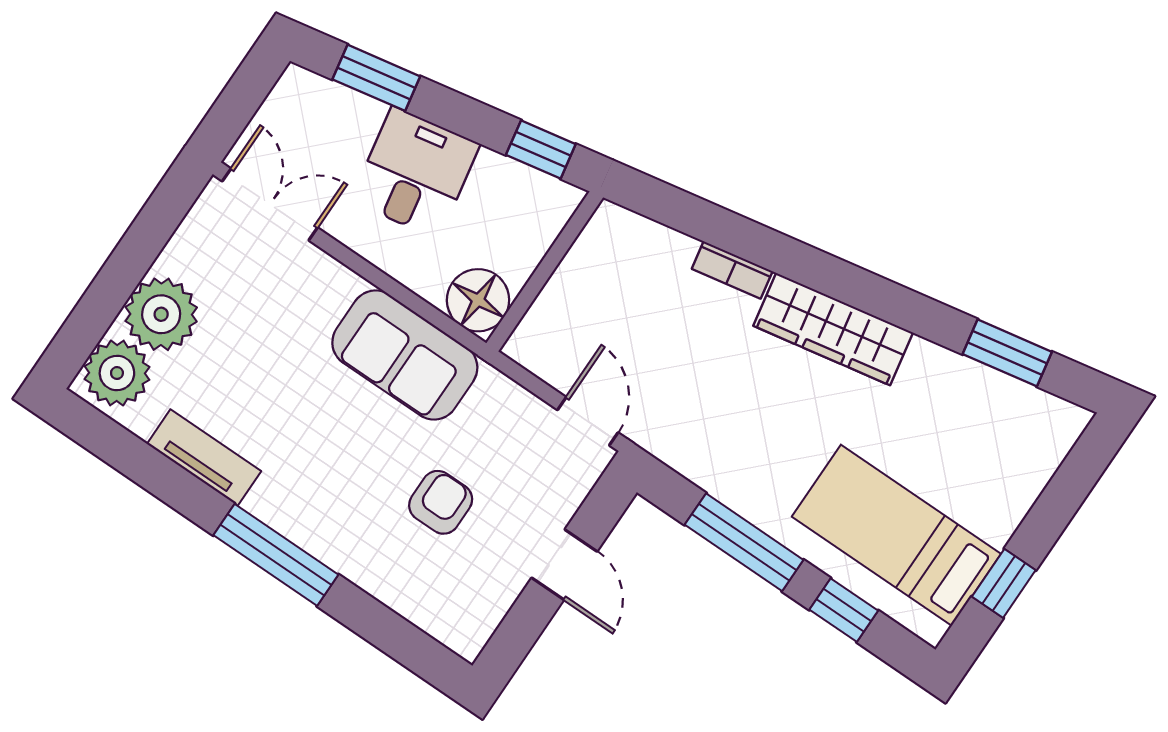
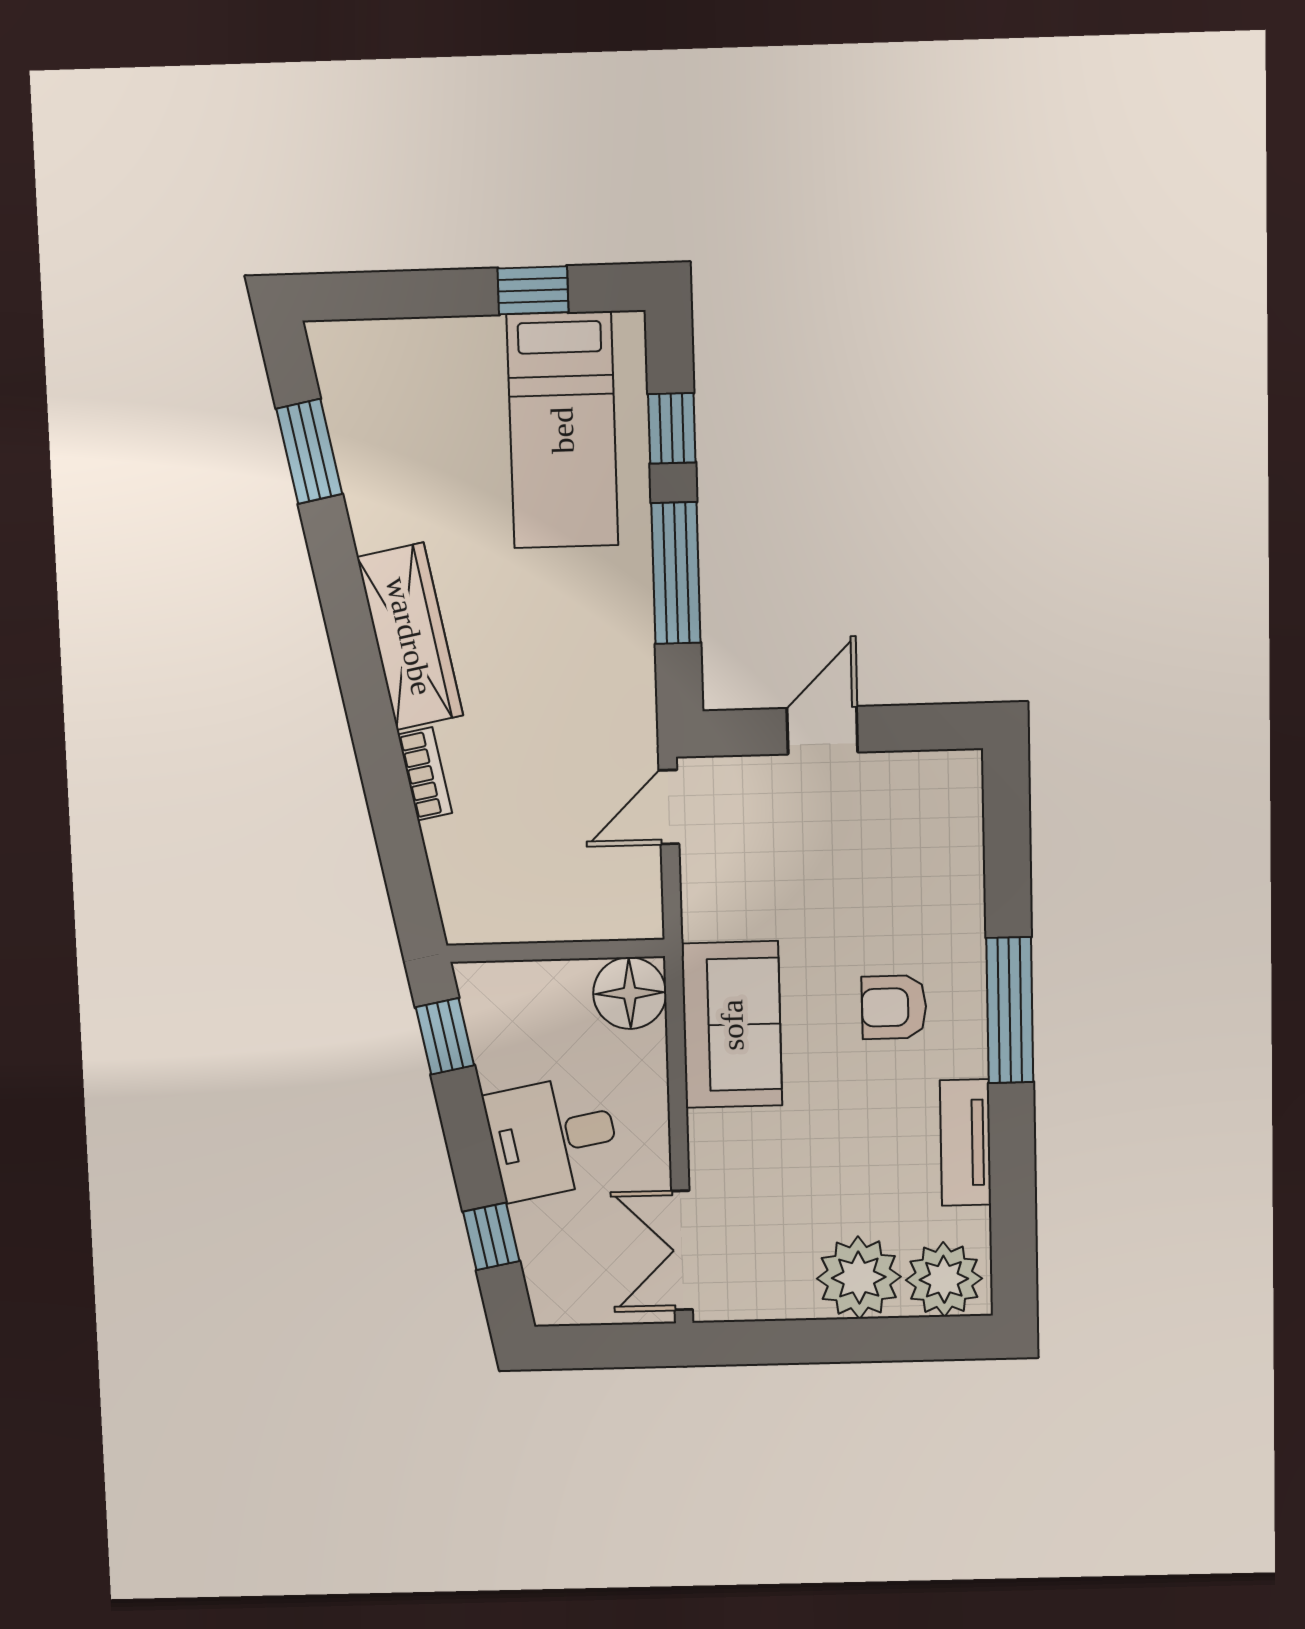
window: (376, 78) -> (491, 1236), width x0.67
armchair: (441, 502) -> (894, 1007), moved

